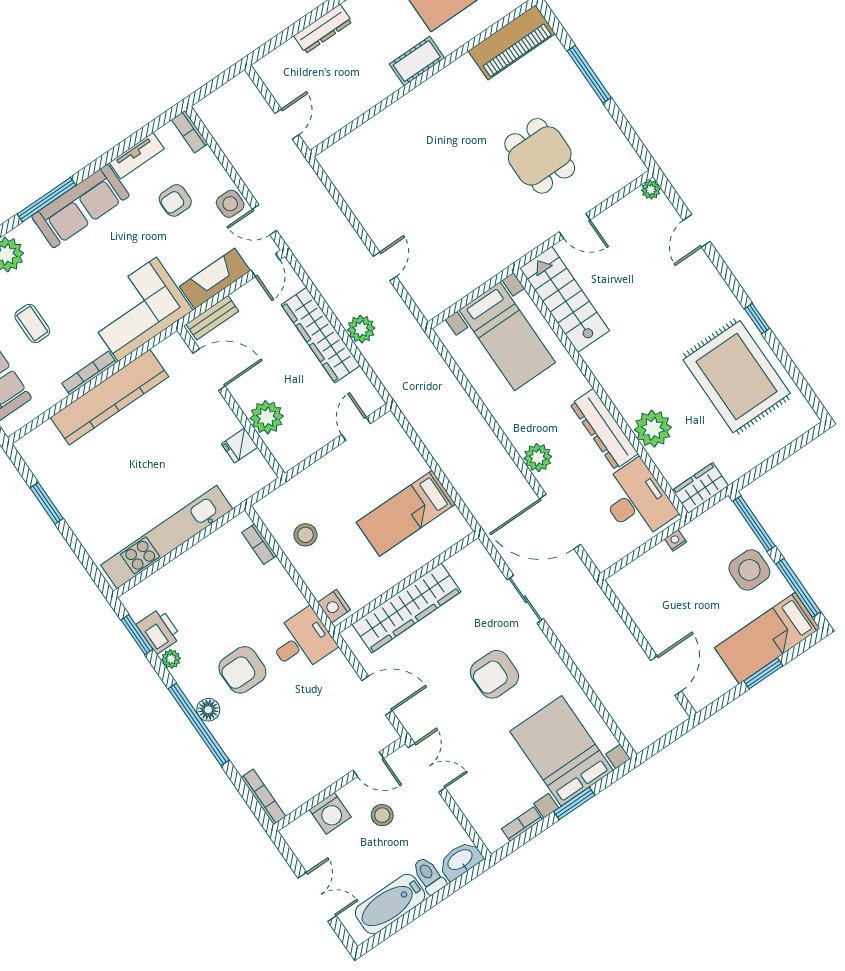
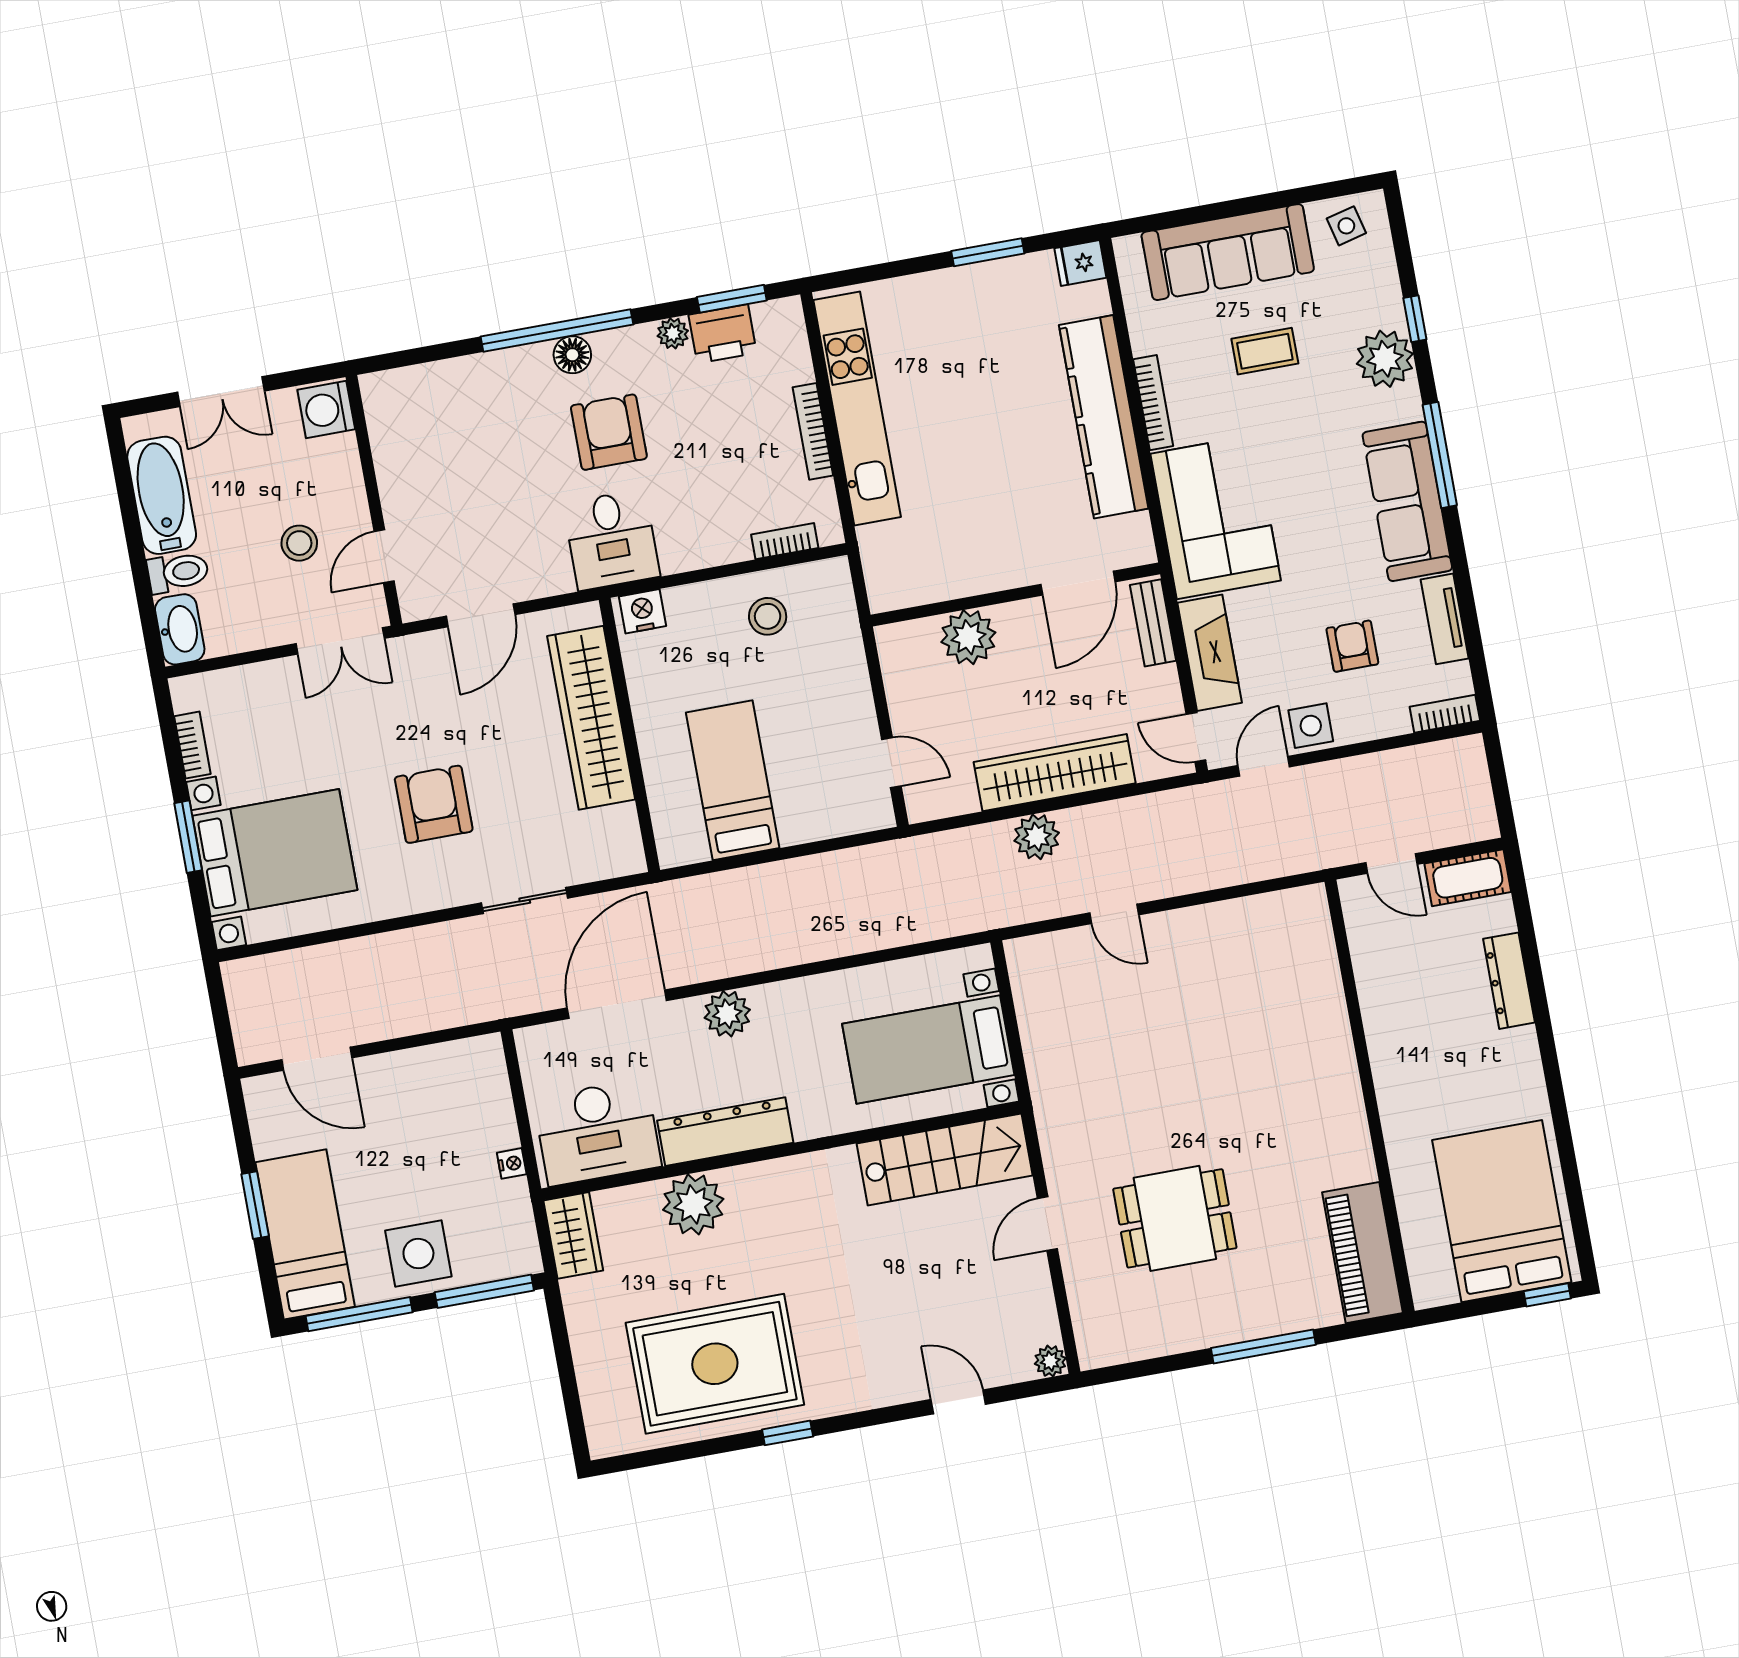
cot: (417, 61) -> (1468, 878), moved, turned 90
fridge: (240, 445) -> (1080, 263), moved, turned -90
bookcase: (263, 797) -> (813, 431), moved, turned 90
washing machine: (330, 813) -> (326, 410), moved

